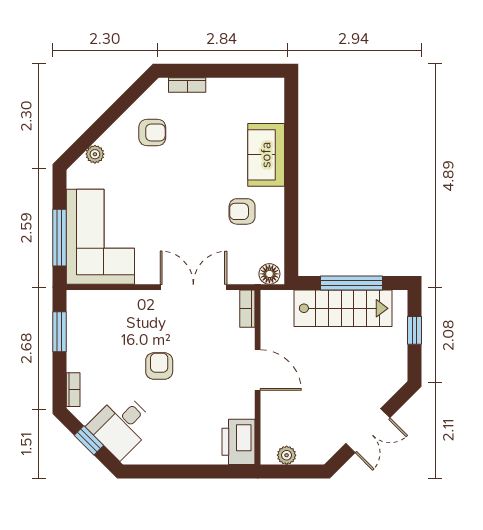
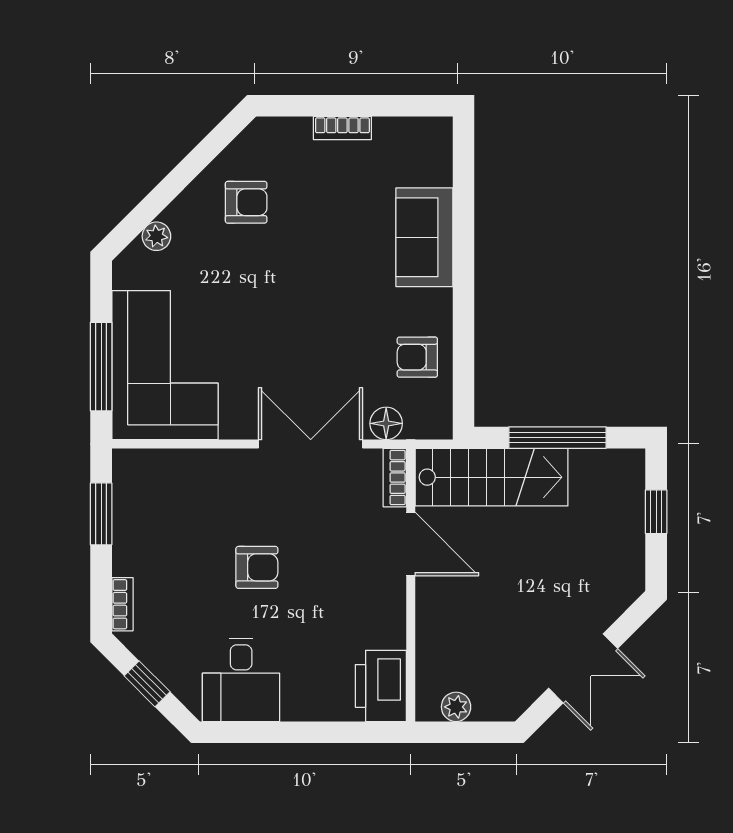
bookcase: (187, 85) -> (342, 128), moved
armchair: (242, 211) -> (417, 357), moved
floor lamp: (269, 274) -> (386, 423), moved
stairs: (343, 308) -> (491, 477), moved
armchair: (159, 366) -> (257, 567), turned 90
door: (258, 370) -> (411, 544), moved
desk: (121, 425) -> (241, 680), moved, turned -45

